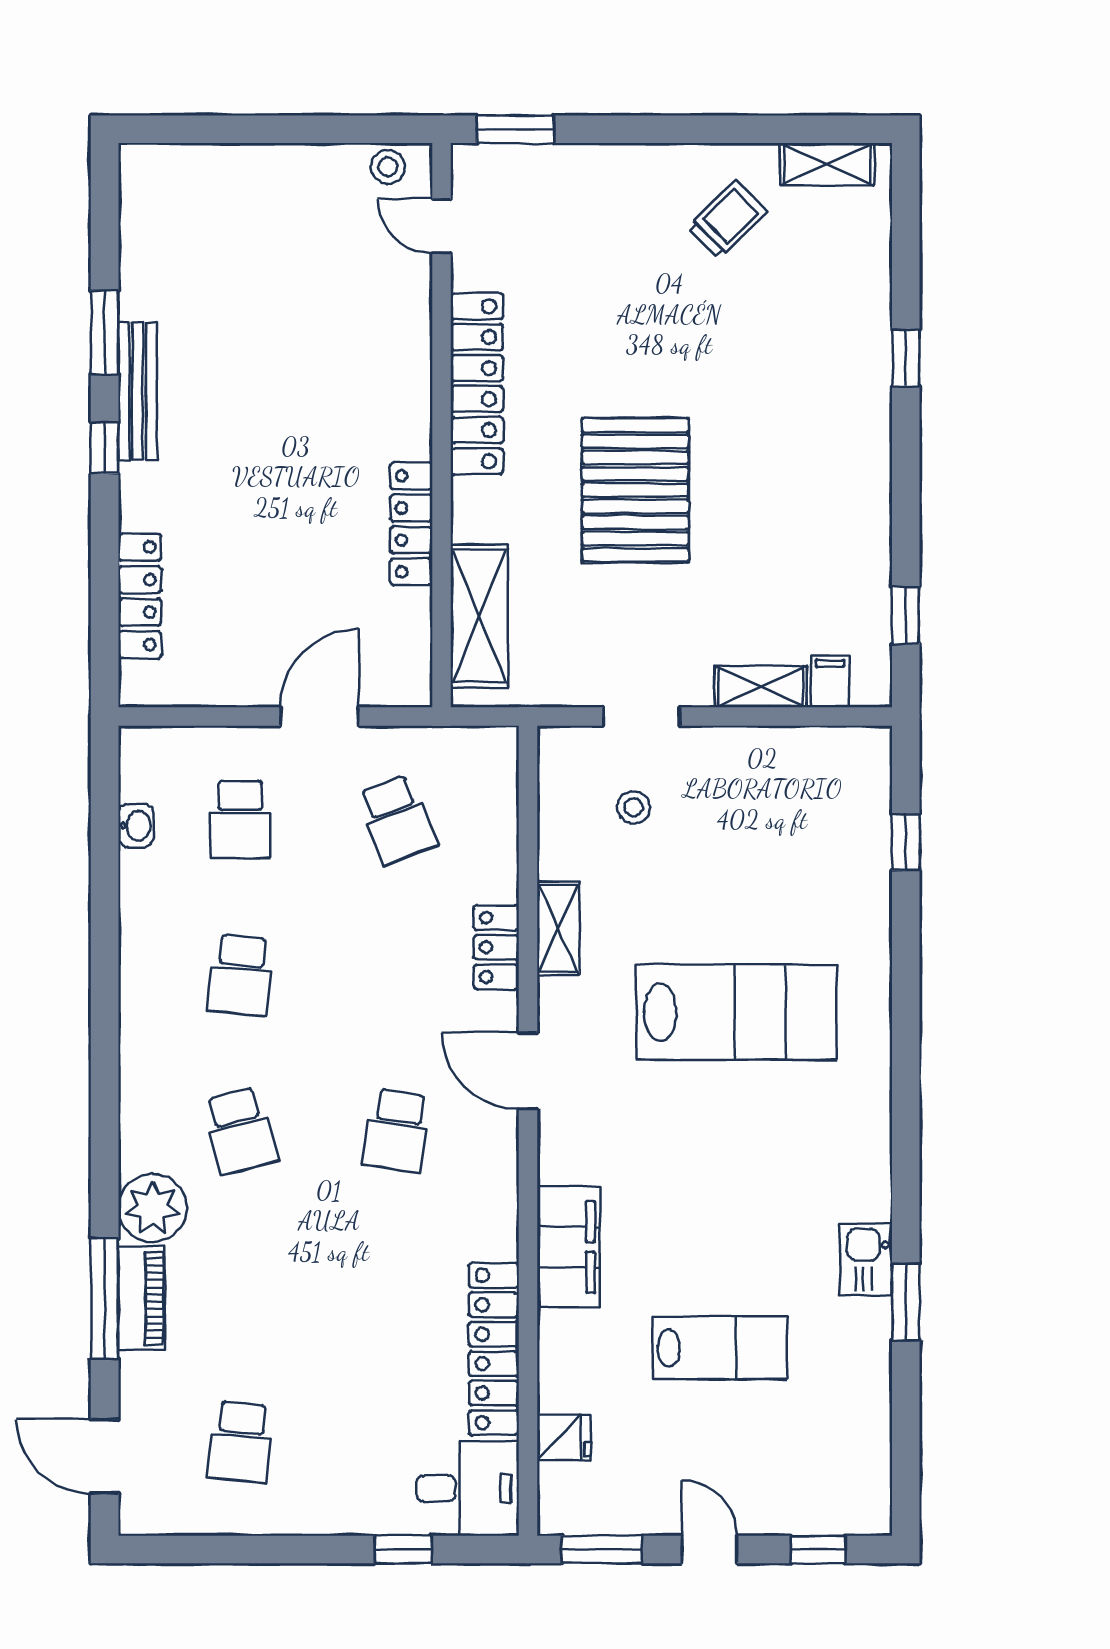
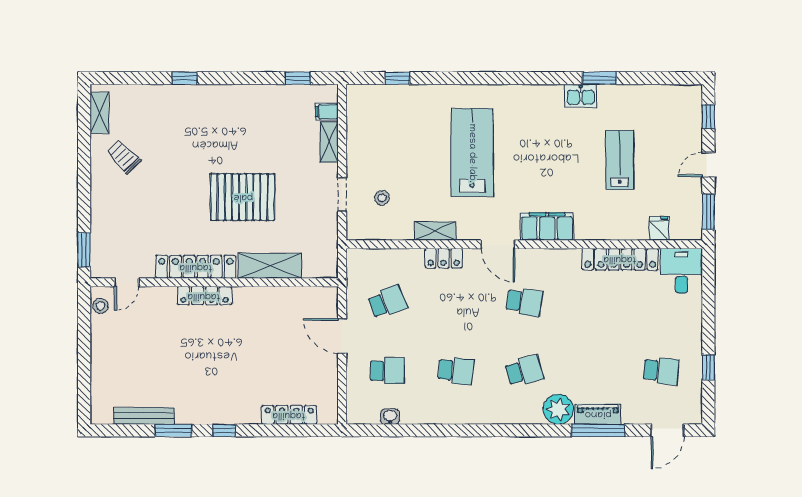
bench: (138, 391) -> (144, 416), moved
locker: (411, 524) -> (204, 296), moved
shelving: (479, 616) -> (270, 266), moved
door: (528, 1071) -> (498, 244), hinge flipped
filing cabinet: (568, 1247) -> (547, 227), moved
window: (403, 1549) -> (708, 367), moved

